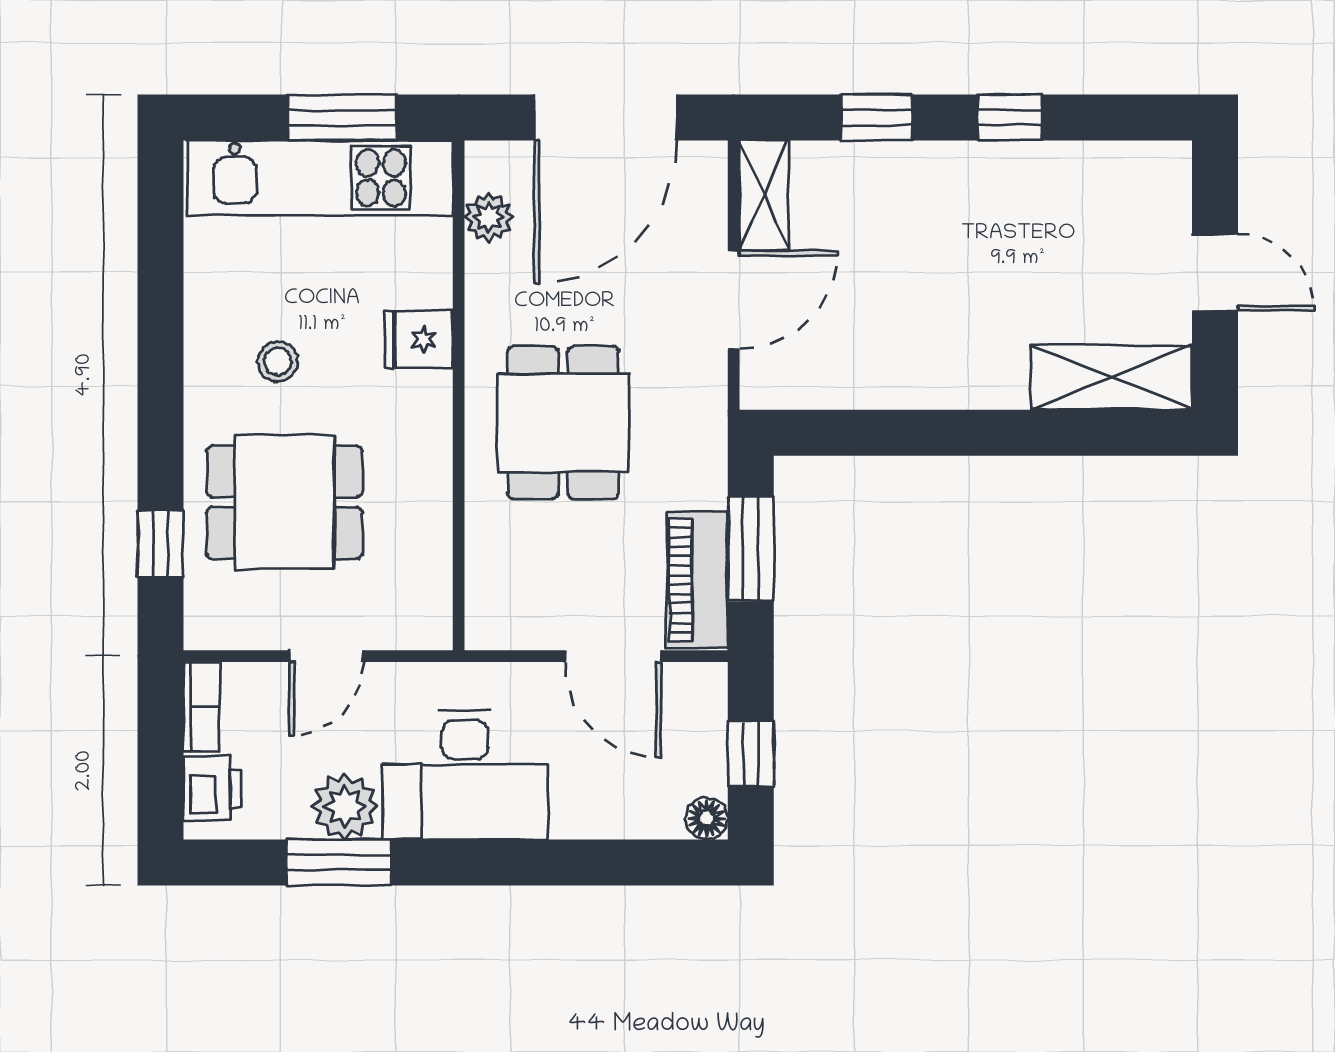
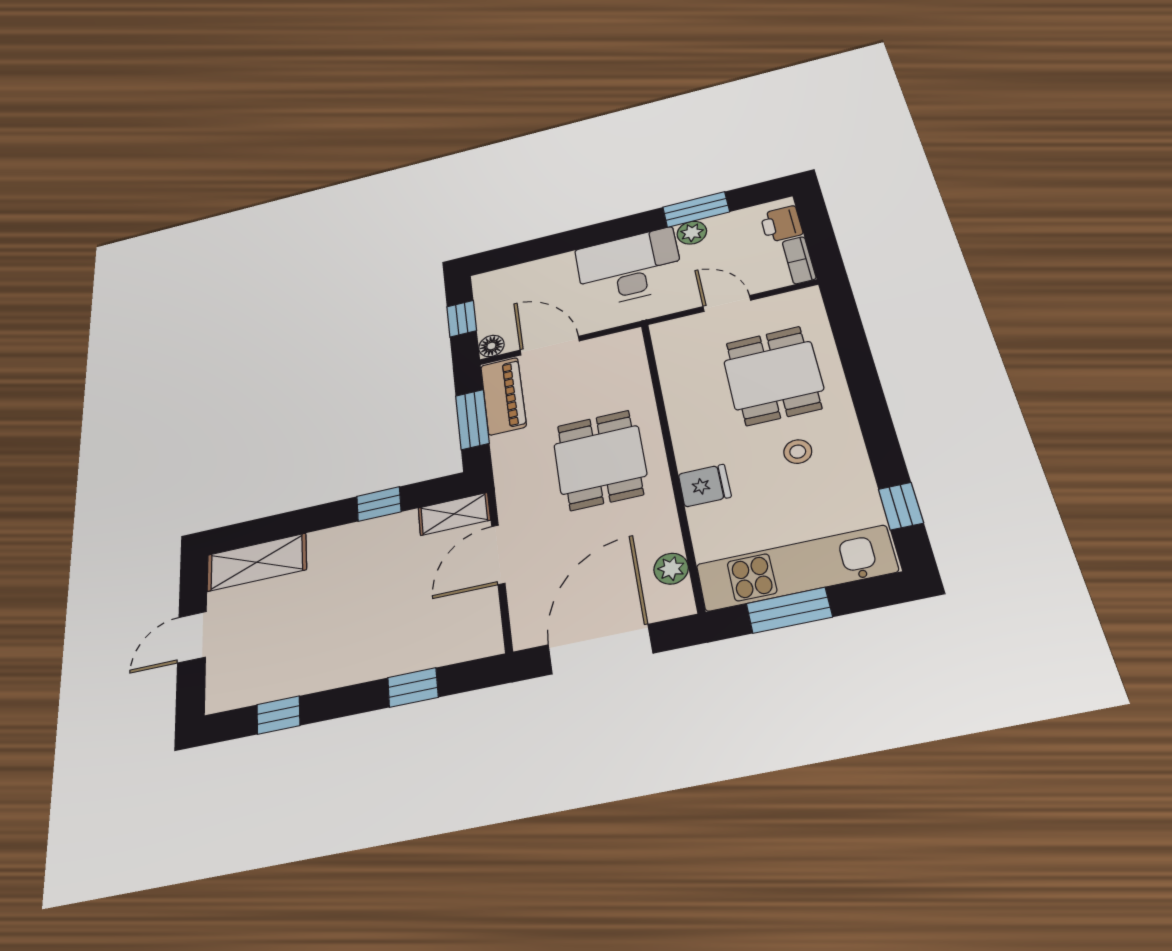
window: (1010, 117) -> (278, 715), moved
shelving: (764, 195) -> (454, 514), moved, turned 90
door: (1215, 272) -> (192, 637), hinge flipped
window: (911, 433) -> (379, 504), added
dining table: (284, 502) -> (773, 375), turned 90
window: (160, 544) -> (901, 506), moved
door: (326, 656) -> (727, 303), hinge flipped
plant: (345, 807) -> (692, 233), width x0.73, depth x0.73
floor lamp: (707, 818) -> (491, 346), moved

